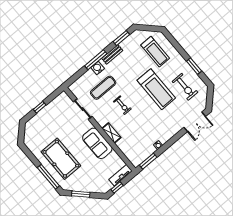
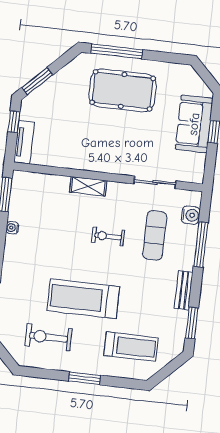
treadmill: (155, 52) -> (131, 347), turned 180
window: (96, 60) -> (201, 244), moved
window: (194, 66) -> (84, 378), moved
water cooler: (98, 68) -> (191, 215), moved
sofa: (97, 143) -> (194, 124), moved, turned -90
window: (81, 194) -> (37, 81), moved

